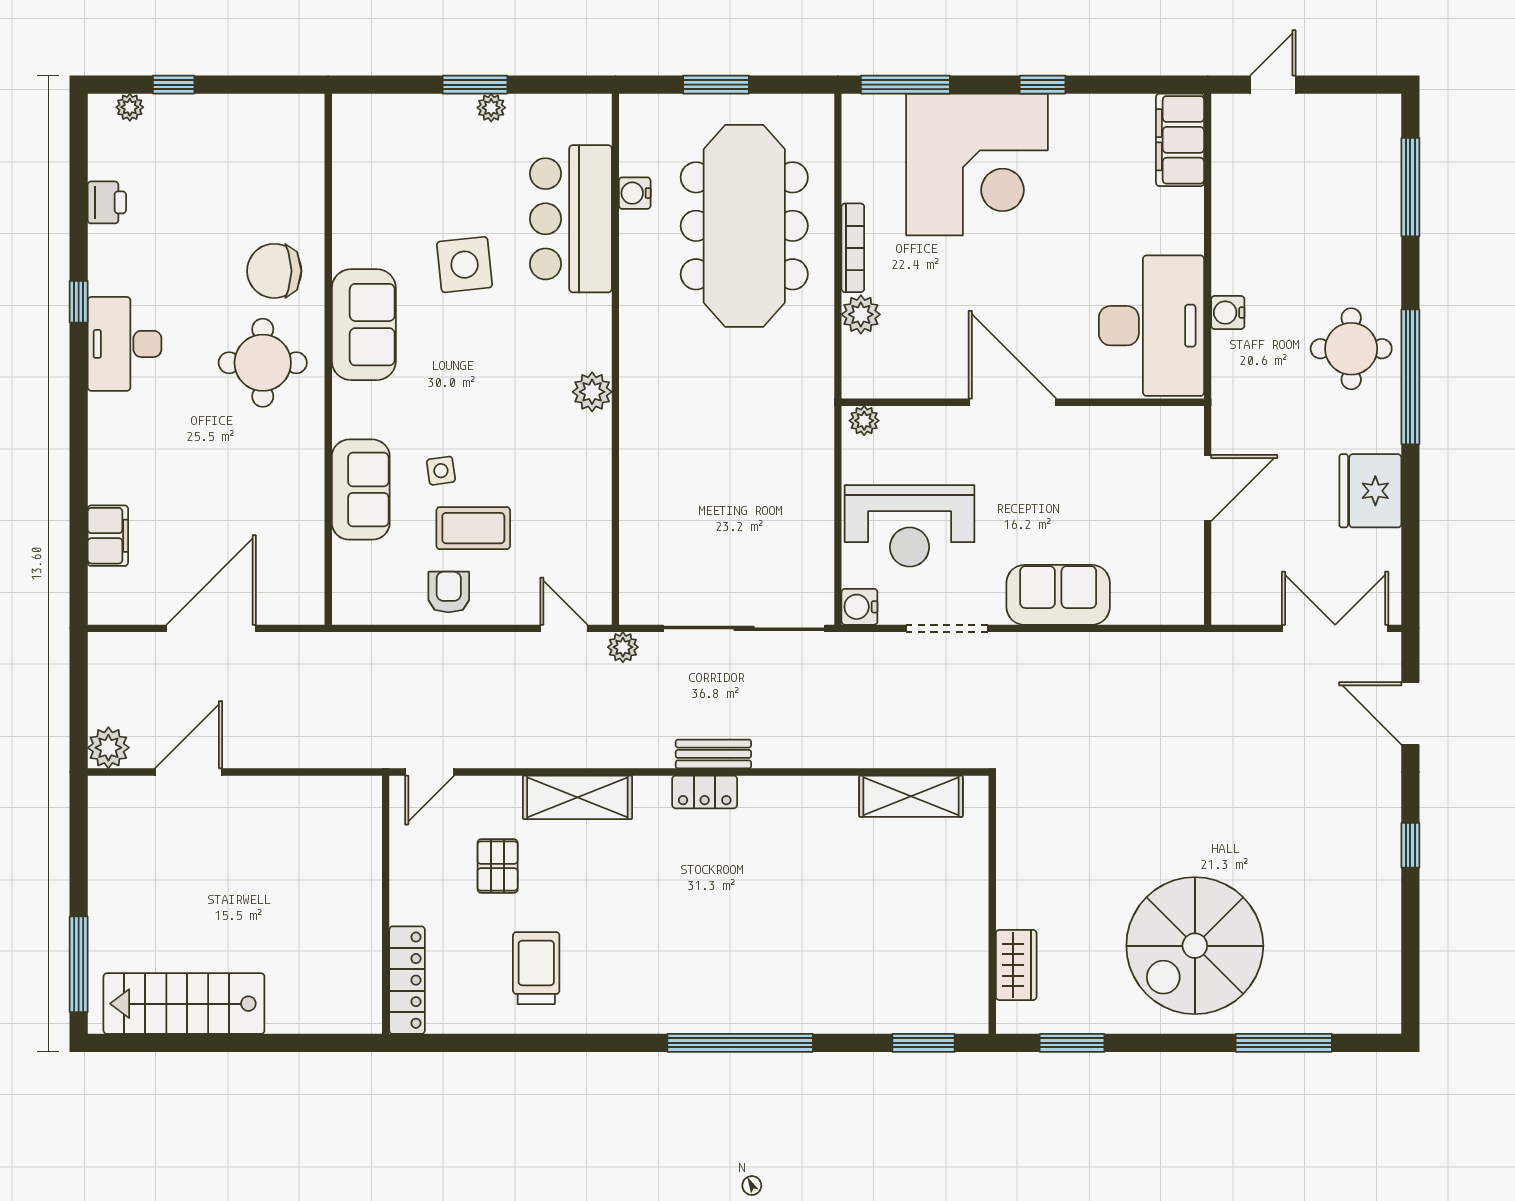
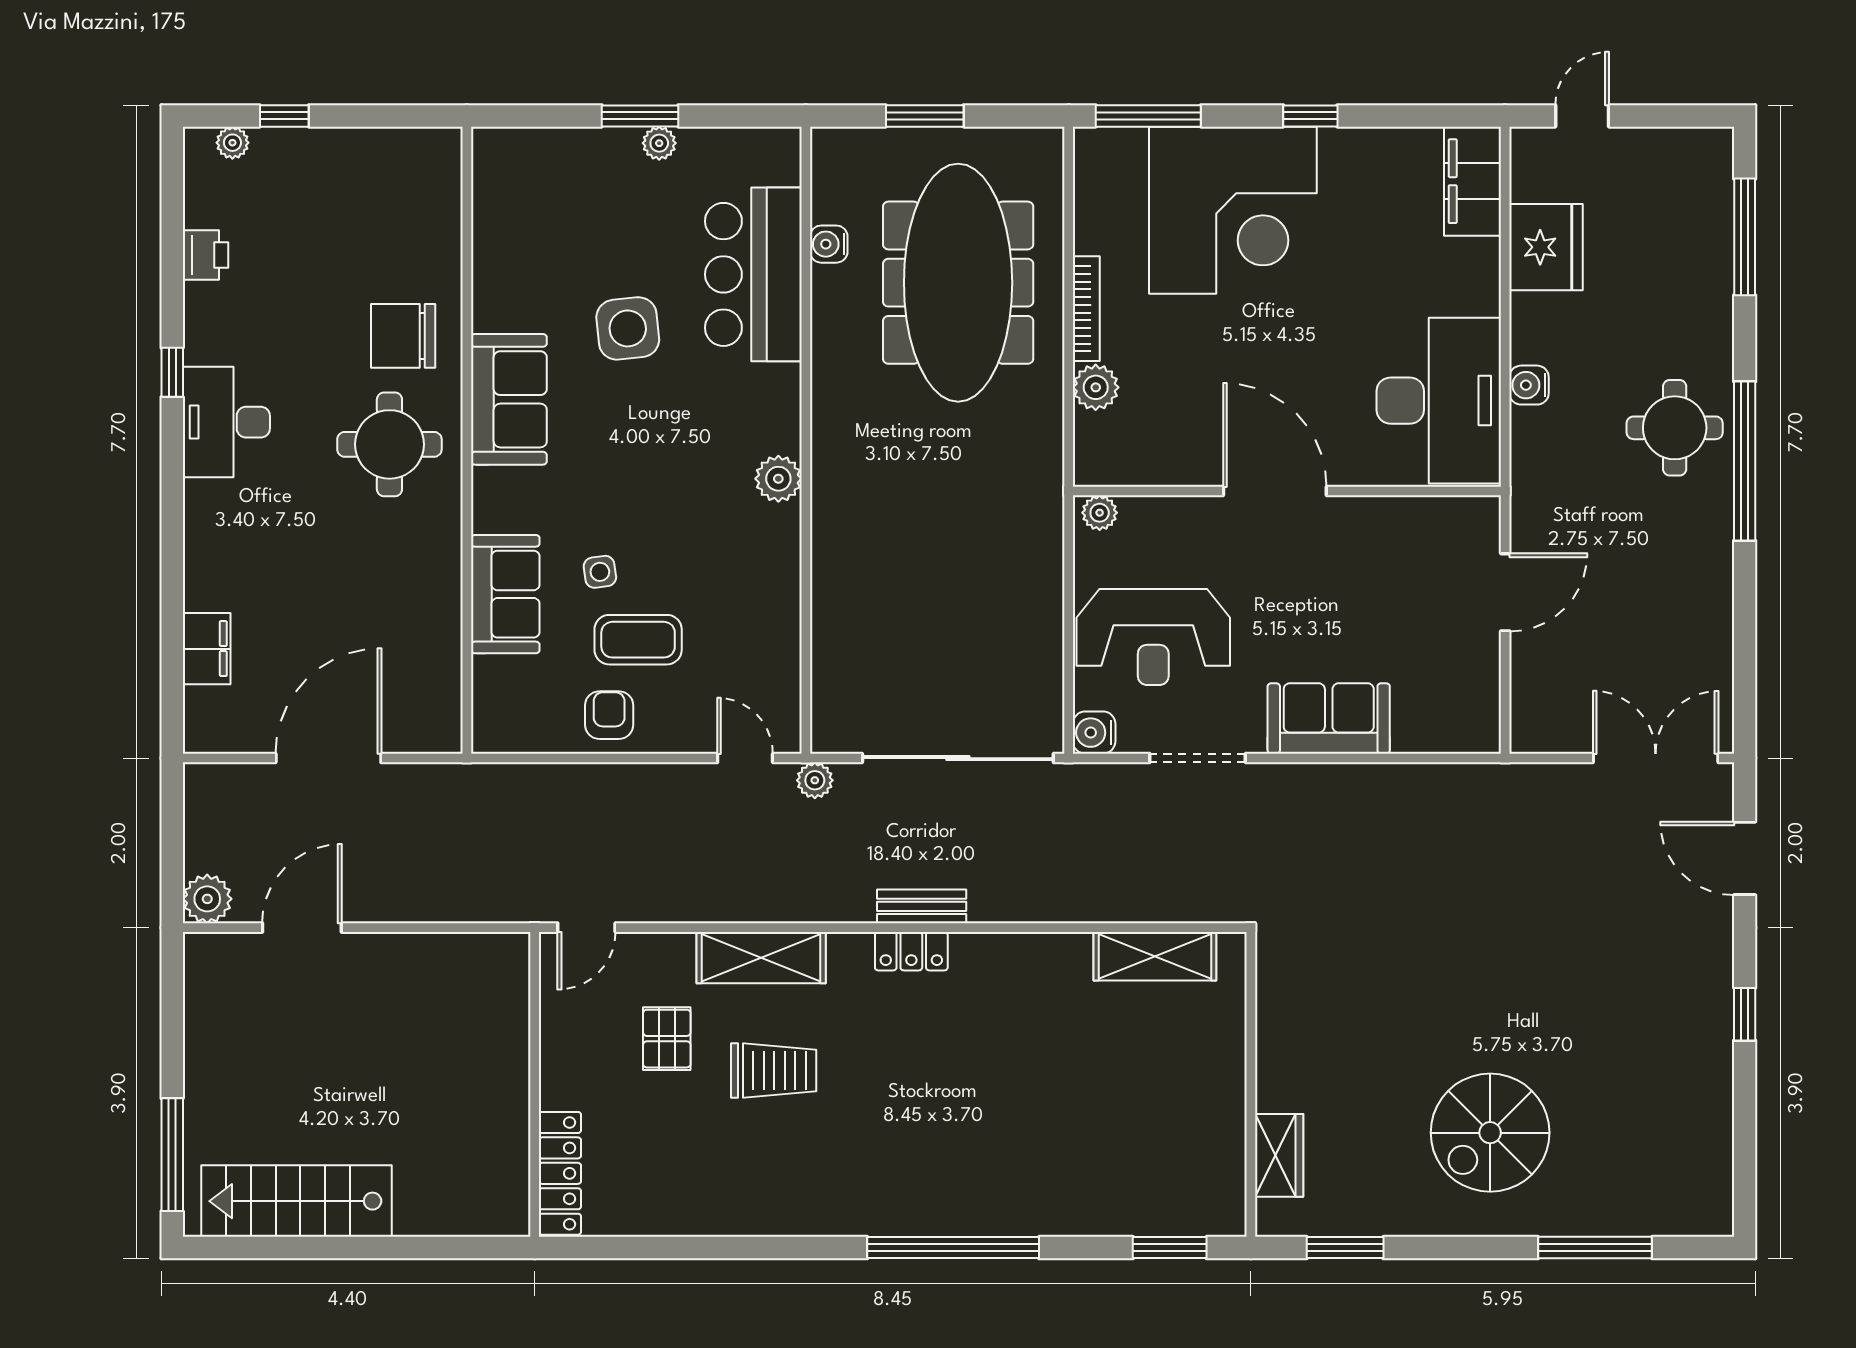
fridge: (1370, 491) -> (1546, 247), moved, turned 180
spiral stairs: (1195, 946) -> (1490, 1133), width x0.73, depth x0.73
trolley: (536, 968) -> (774, 1071), moved, turned 90

